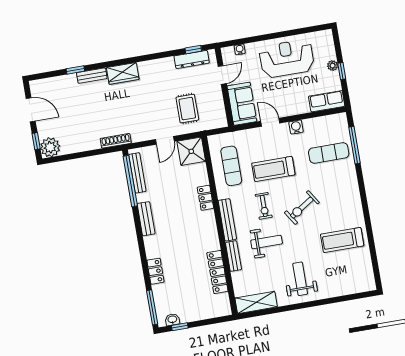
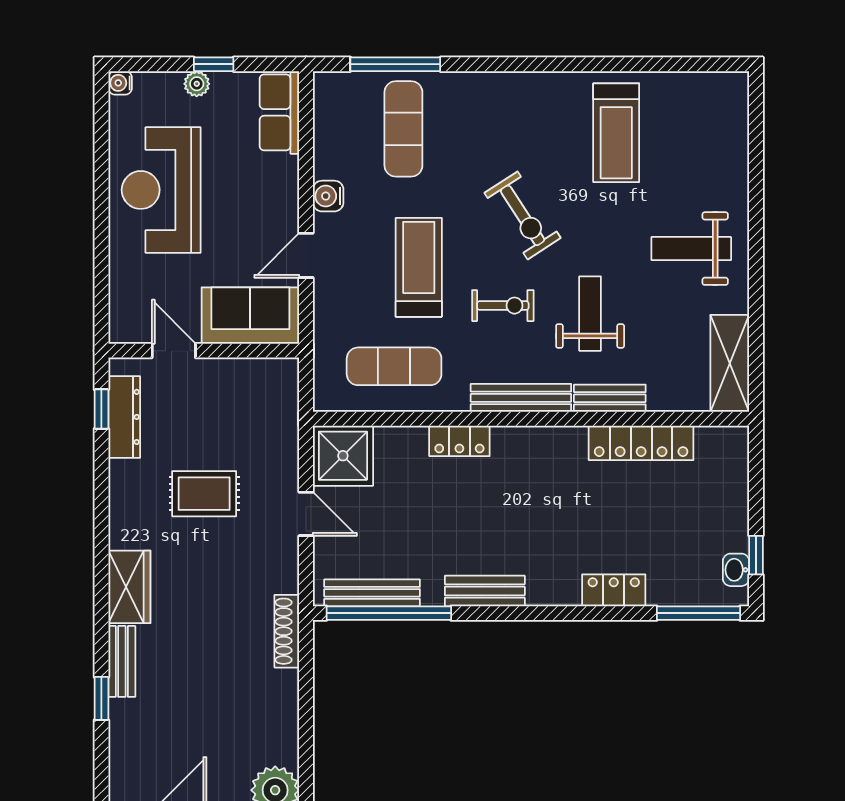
water cooler: (240, 49) -> (120, 83), moved
rug: (187, 109) -> (204, 494), moved
treadmill: (273, 169) -> (419, 267), turned 180

